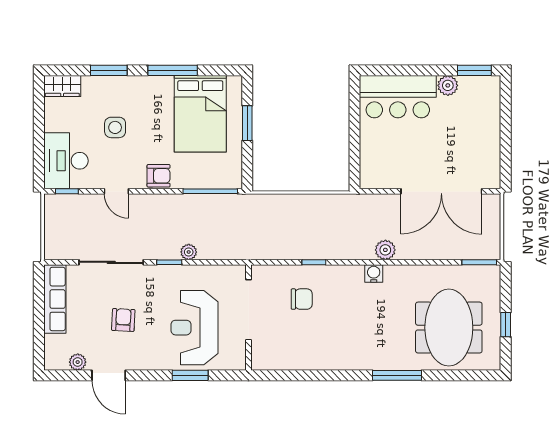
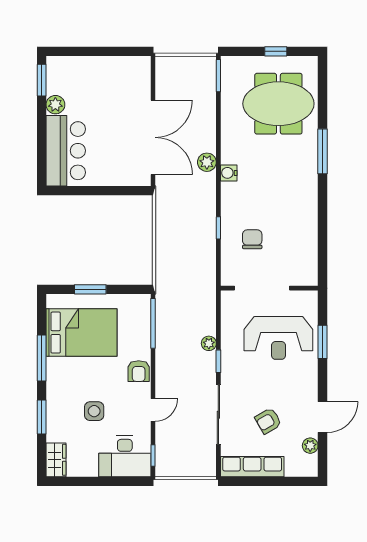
armchair: (159, 176) -> (139, 371), turned 180
double door: (441, 191) -> (153, 137), moved
armchair: (123, 320) -> (268, 421), moved, turned -33

